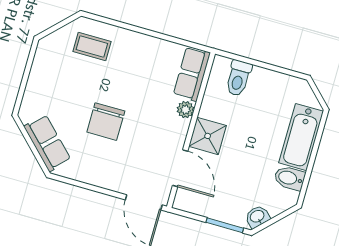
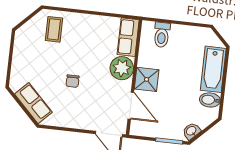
coffee table: (92, 47) -> (54, 29), turned 90
plant: (185, 110) -> (122, 68), width x1.88, depth x1.88
chair: (106, 122) -> (73, 81), width x0.54, depth x0.54

